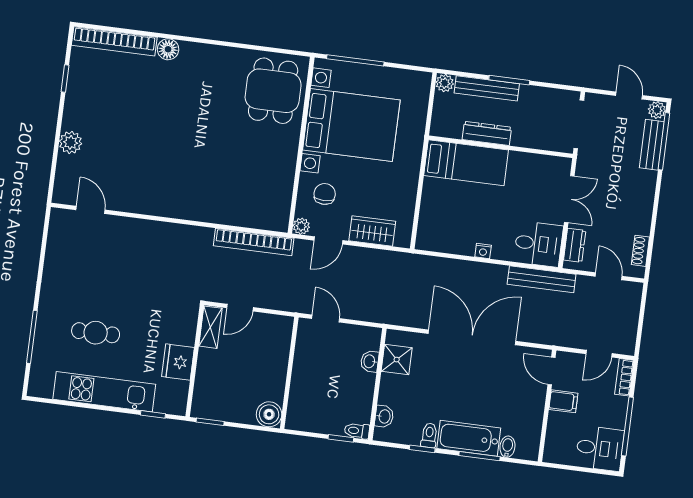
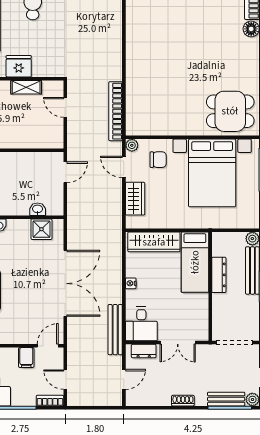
wardrobe: (432, 213) -> (154, 242), added
shoe rack: (640, 251) -> (183, 401), moved
shelving: (210, 327) -> (26, 87), moved

